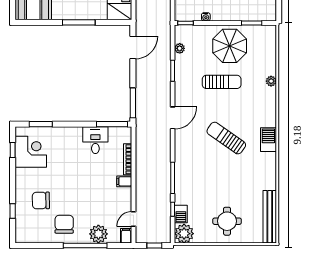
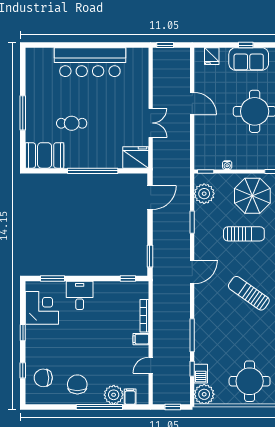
window: (79, 22) -> (93, 171), width x1.46
plant: (180, 48) -> (204, 194), width x1.87, depth x1.87
window: (133, 103) -> (150, 256), width x0.69
window: (112, 124) -> (128, 279), width x0.46
desk: (95, 140) -> (80, 295), moved
window: (13, 150) -> (23, 333), moved
chair: (41, 200) -> (43, 378), moved
door: (133, 219) -> (151, 365), moved
round table: (227, 221) -> (250, 381), width x1.36, depth x1.36
filing cabinet: (126, 236) -> (130, 397), moved

